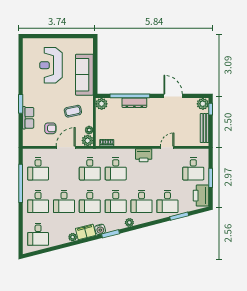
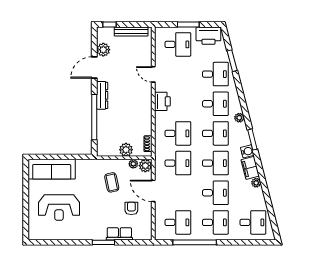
sofa: (84, 75) -> (52, 169), moved
dresser: (134, 103) -> (102, 95), moved
plant: (102, 104) -> (126, 150), moved
plant: (203, 104) -> (103, 50), moved

